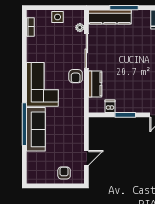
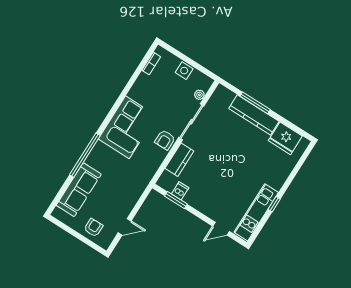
kitchen counter: (110, 17) -> (254, 115), moved
window: (125, 115) -> (176, 200), moved
sofa: (36, 129) -> (79, 190), moved

